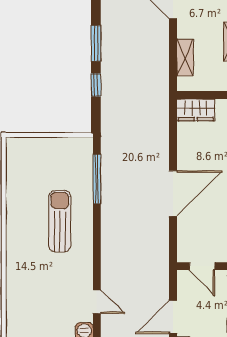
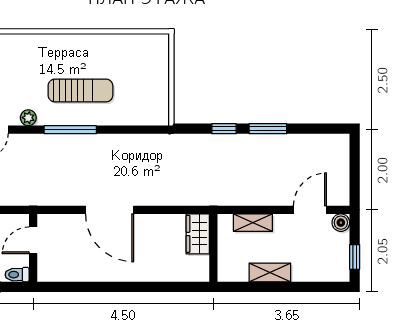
window: (97, 179) -> (70, 130), moved
plant: (86, 271) -> (28, 118), added

